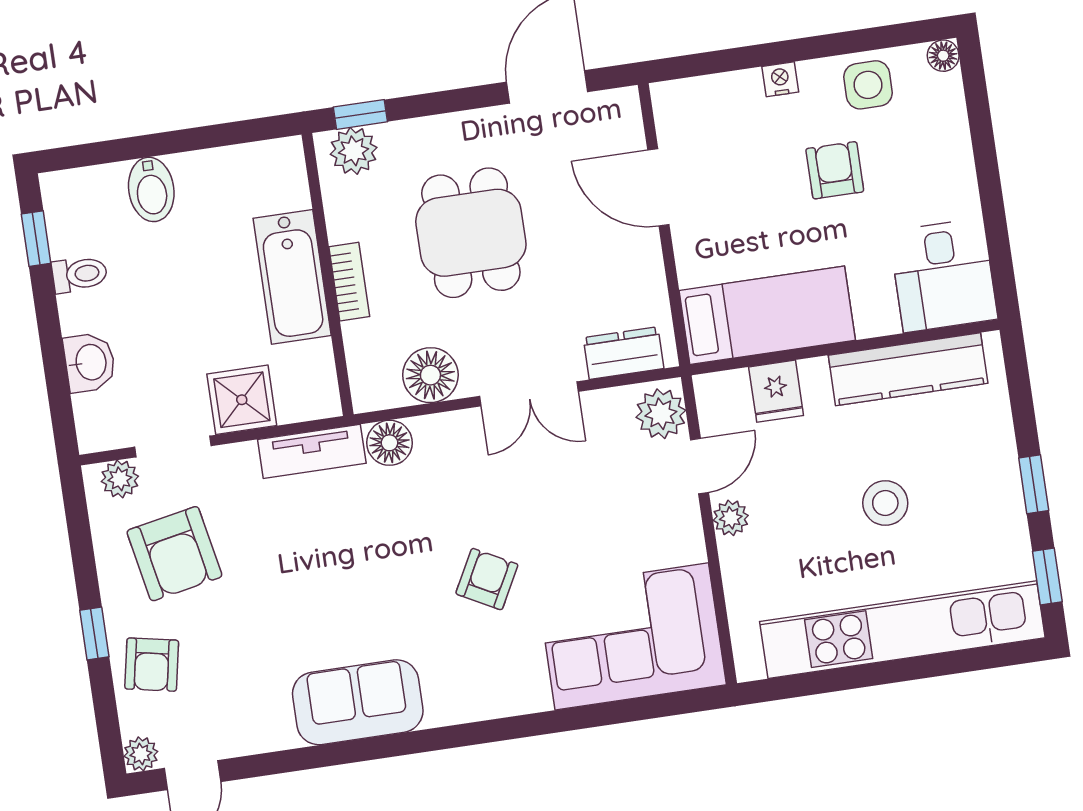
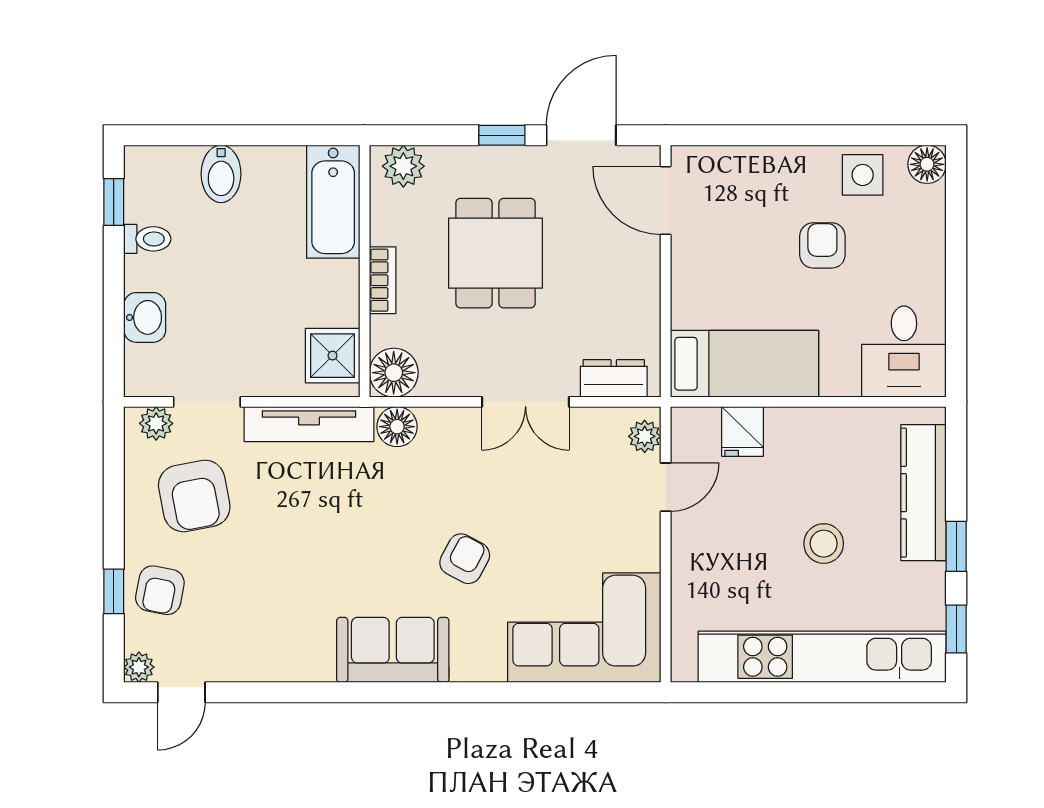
floor lamp: (943, 56) -> (927, 164), width x1.37, depth x1.37
nightstand: (780, 79) -> (786, 159), removed
window: (360, 114) -> (502, 135), moved
door: (658, 187) -> (666, 200), moved
bathtub: (292, 277) -> (333, 202), moved
kitchen counter: (908, 369) -> (924, 493), moved, turned 90
floor lamp: (430, 375) -> (394, 373), moved
shower: (242, 400) -> (333, 356), moved
plant: (661, 414) -> (645, 436), width x0.73, depth x0.73
tv unit: (312, 451) -> (309, 424), width x1.41
plant: (731, 518) -> (686, 537), removed
window: (94, 633) -> (114, 591), moved
sofa: (358, 702) -> (393, 650), moved

